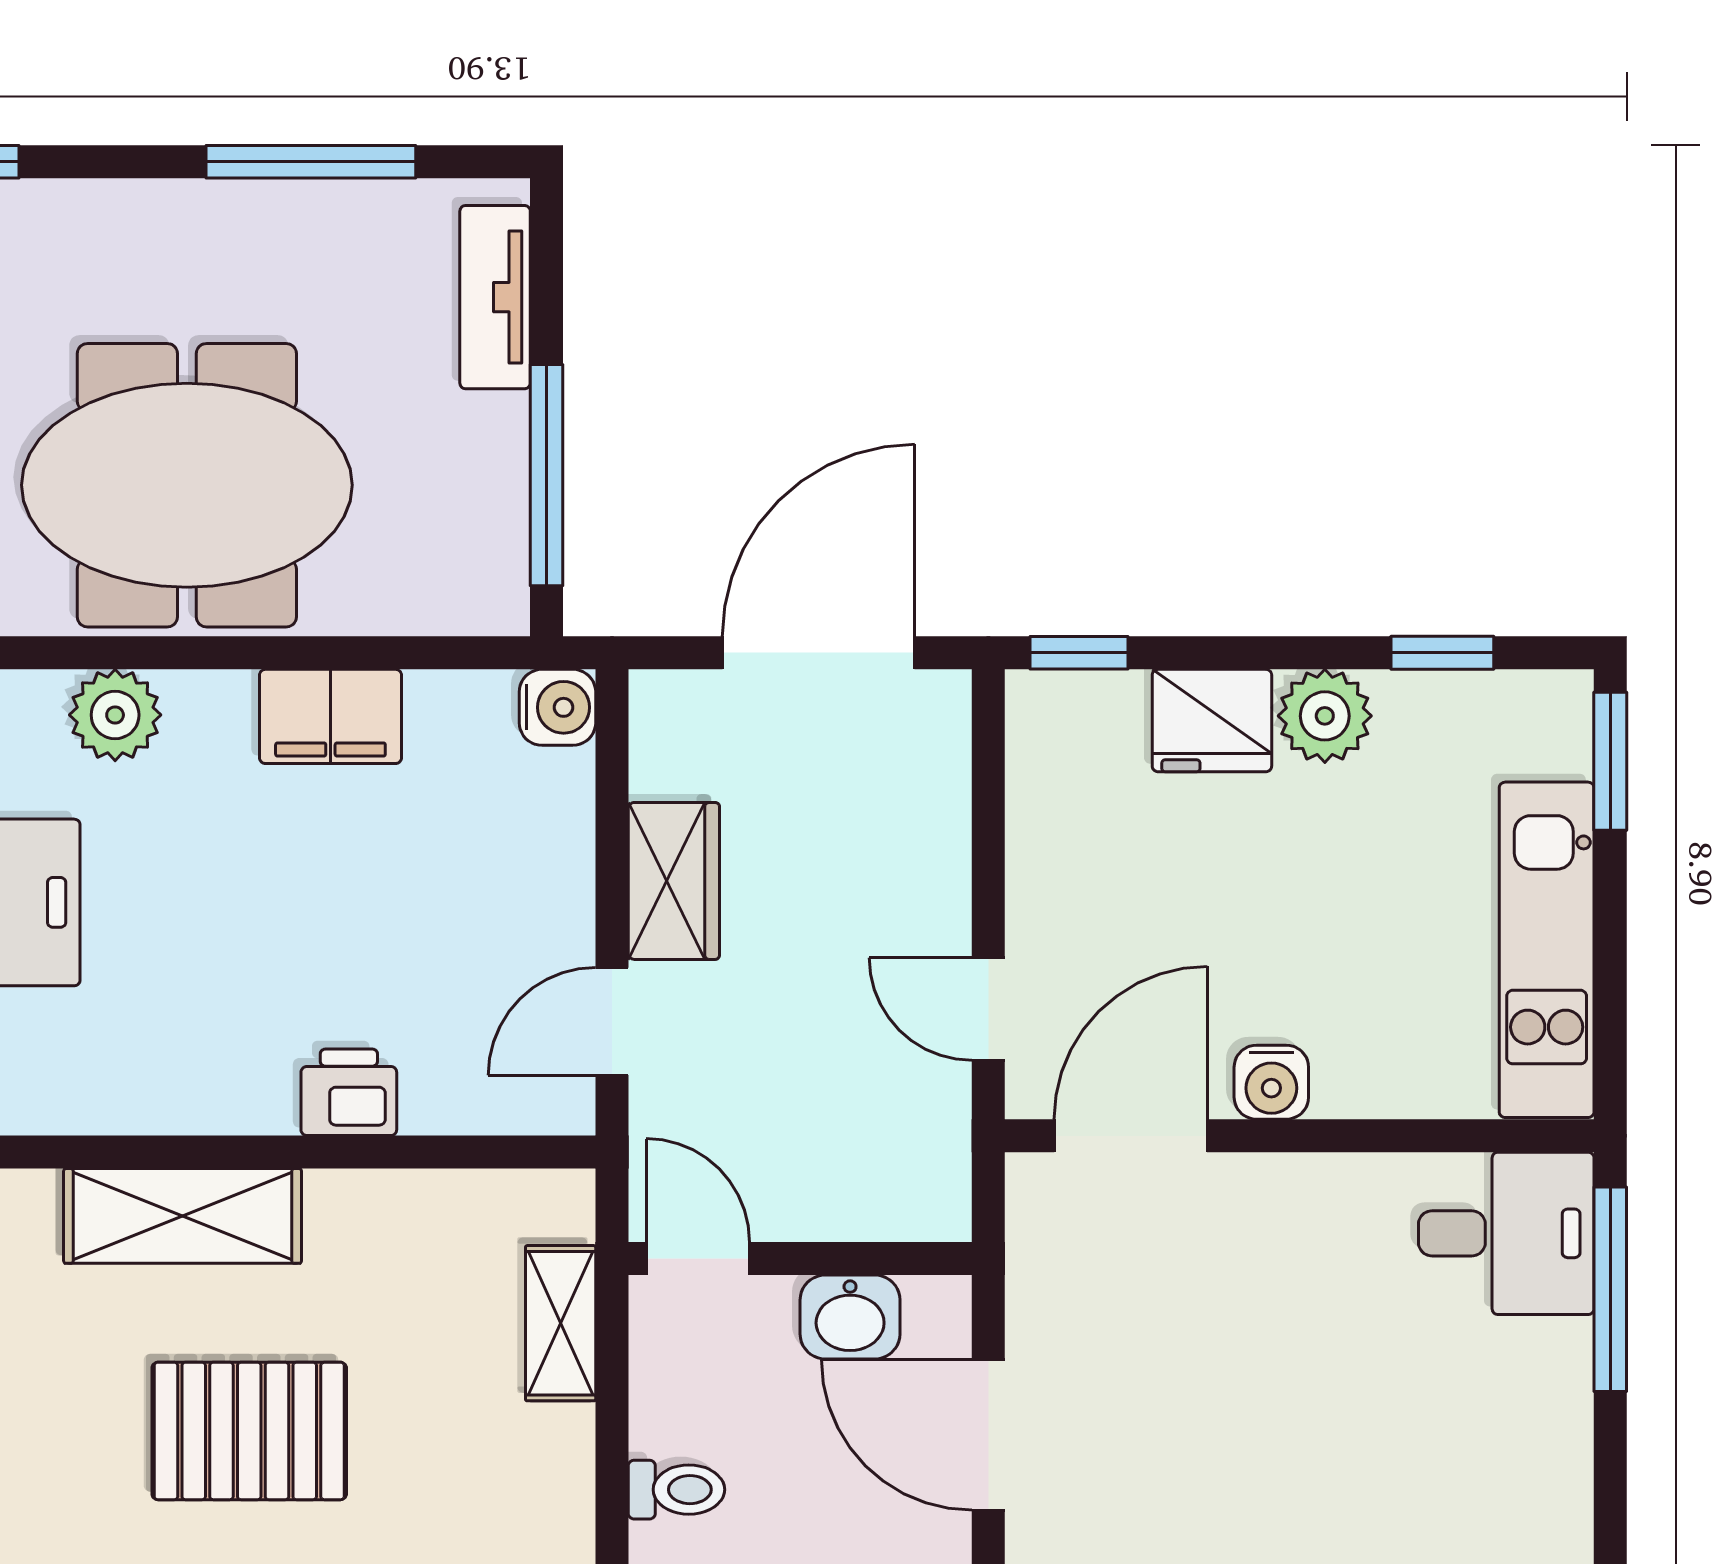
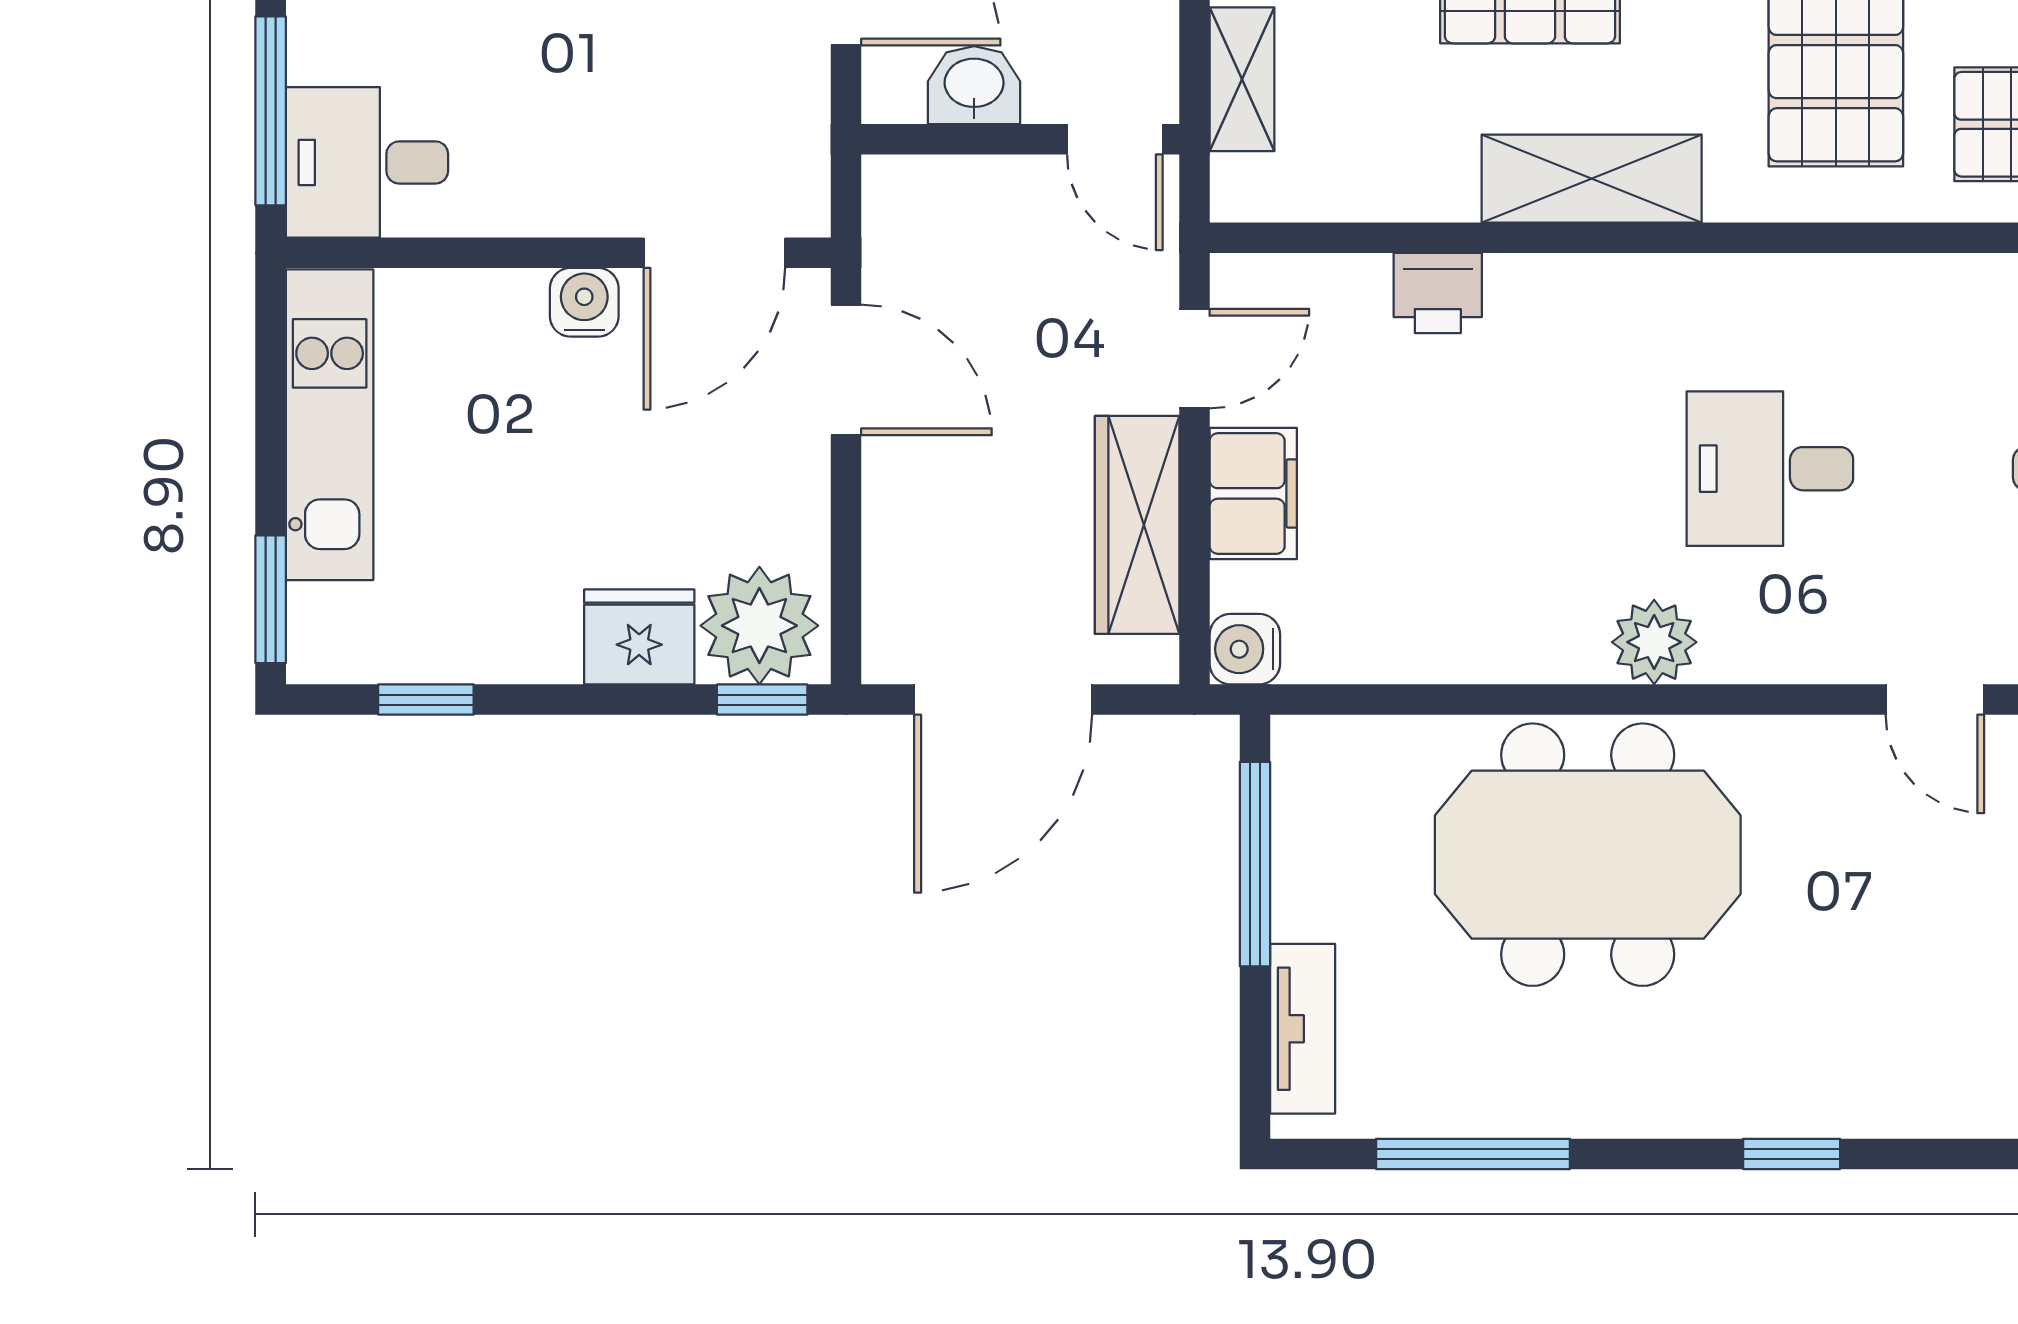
filing cabinet: (330, 716) -> (1253, 493), moved, turned 90
plant: (1325, 716) -> (759, 626), moved, width x1.36, depth x1.36
wardrobe: (674, 881) -> (1137, 525), width x1.50
door: (988, 1009) -> (846, 370), width x1.38

